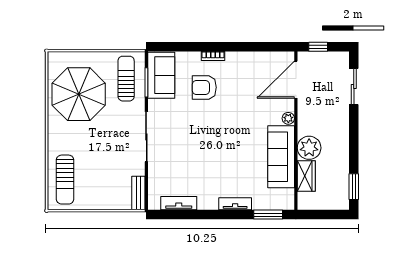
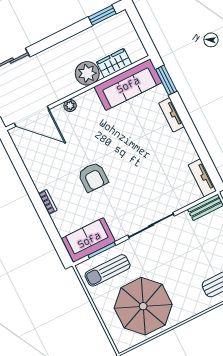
armchair: (204, 87) -> (93, 177), moved
sofa: (281, 157) -> (128, 85), moved
tv unit: (179, 203) -> (202, 178), moved

